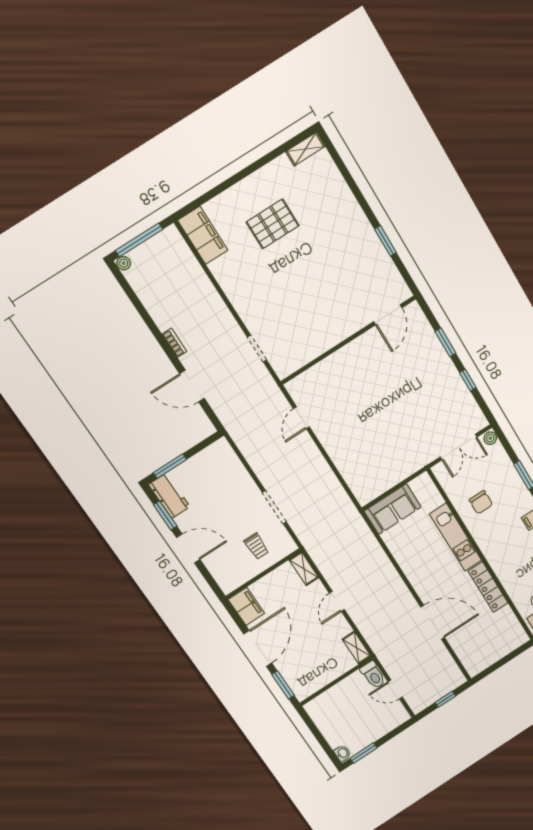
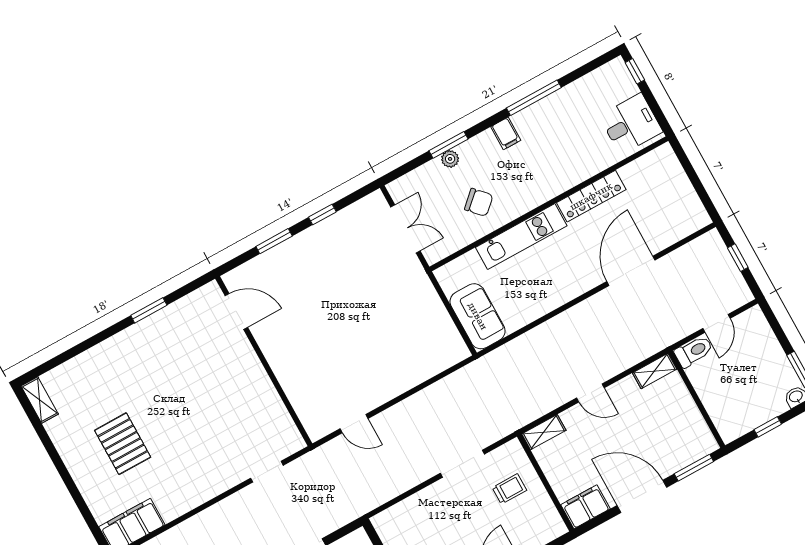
plant: (490, 438) -> (450, 159), moved
chair: (481, 502) -> (479, 202), turned 47
window: (318, 735) -> (768, 427), added

